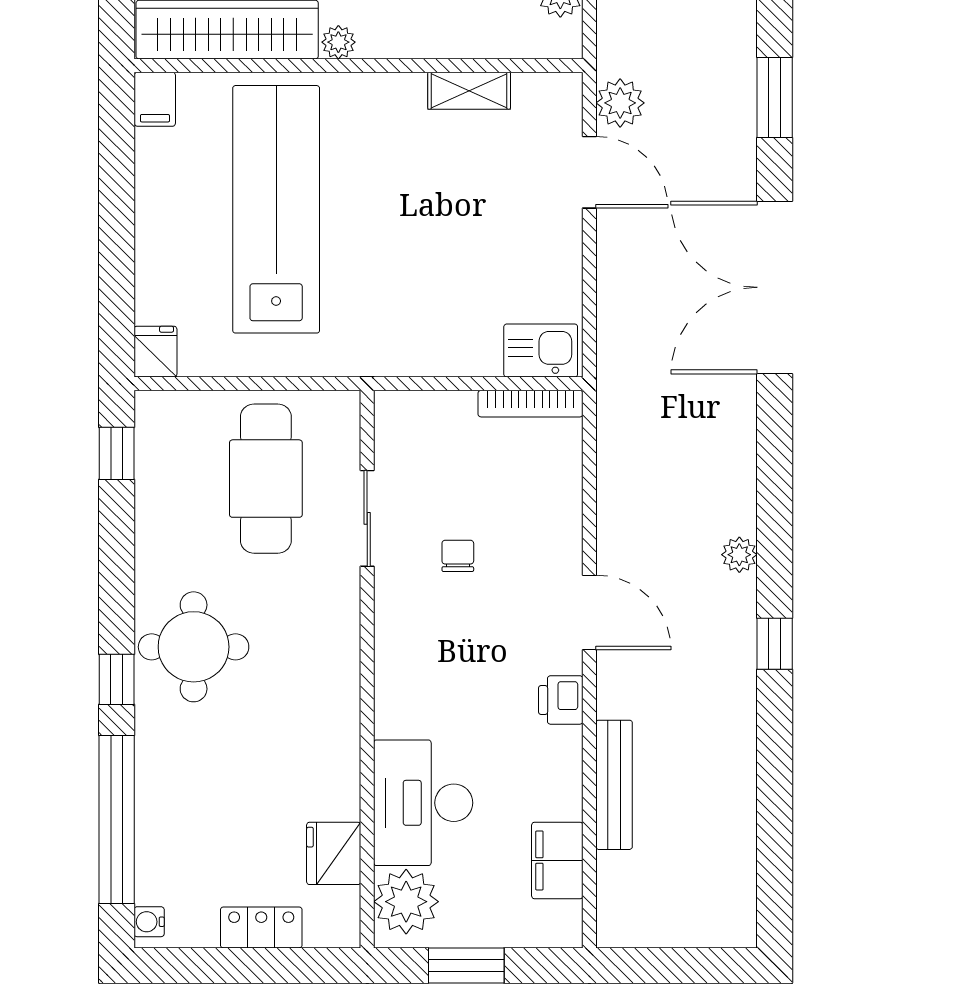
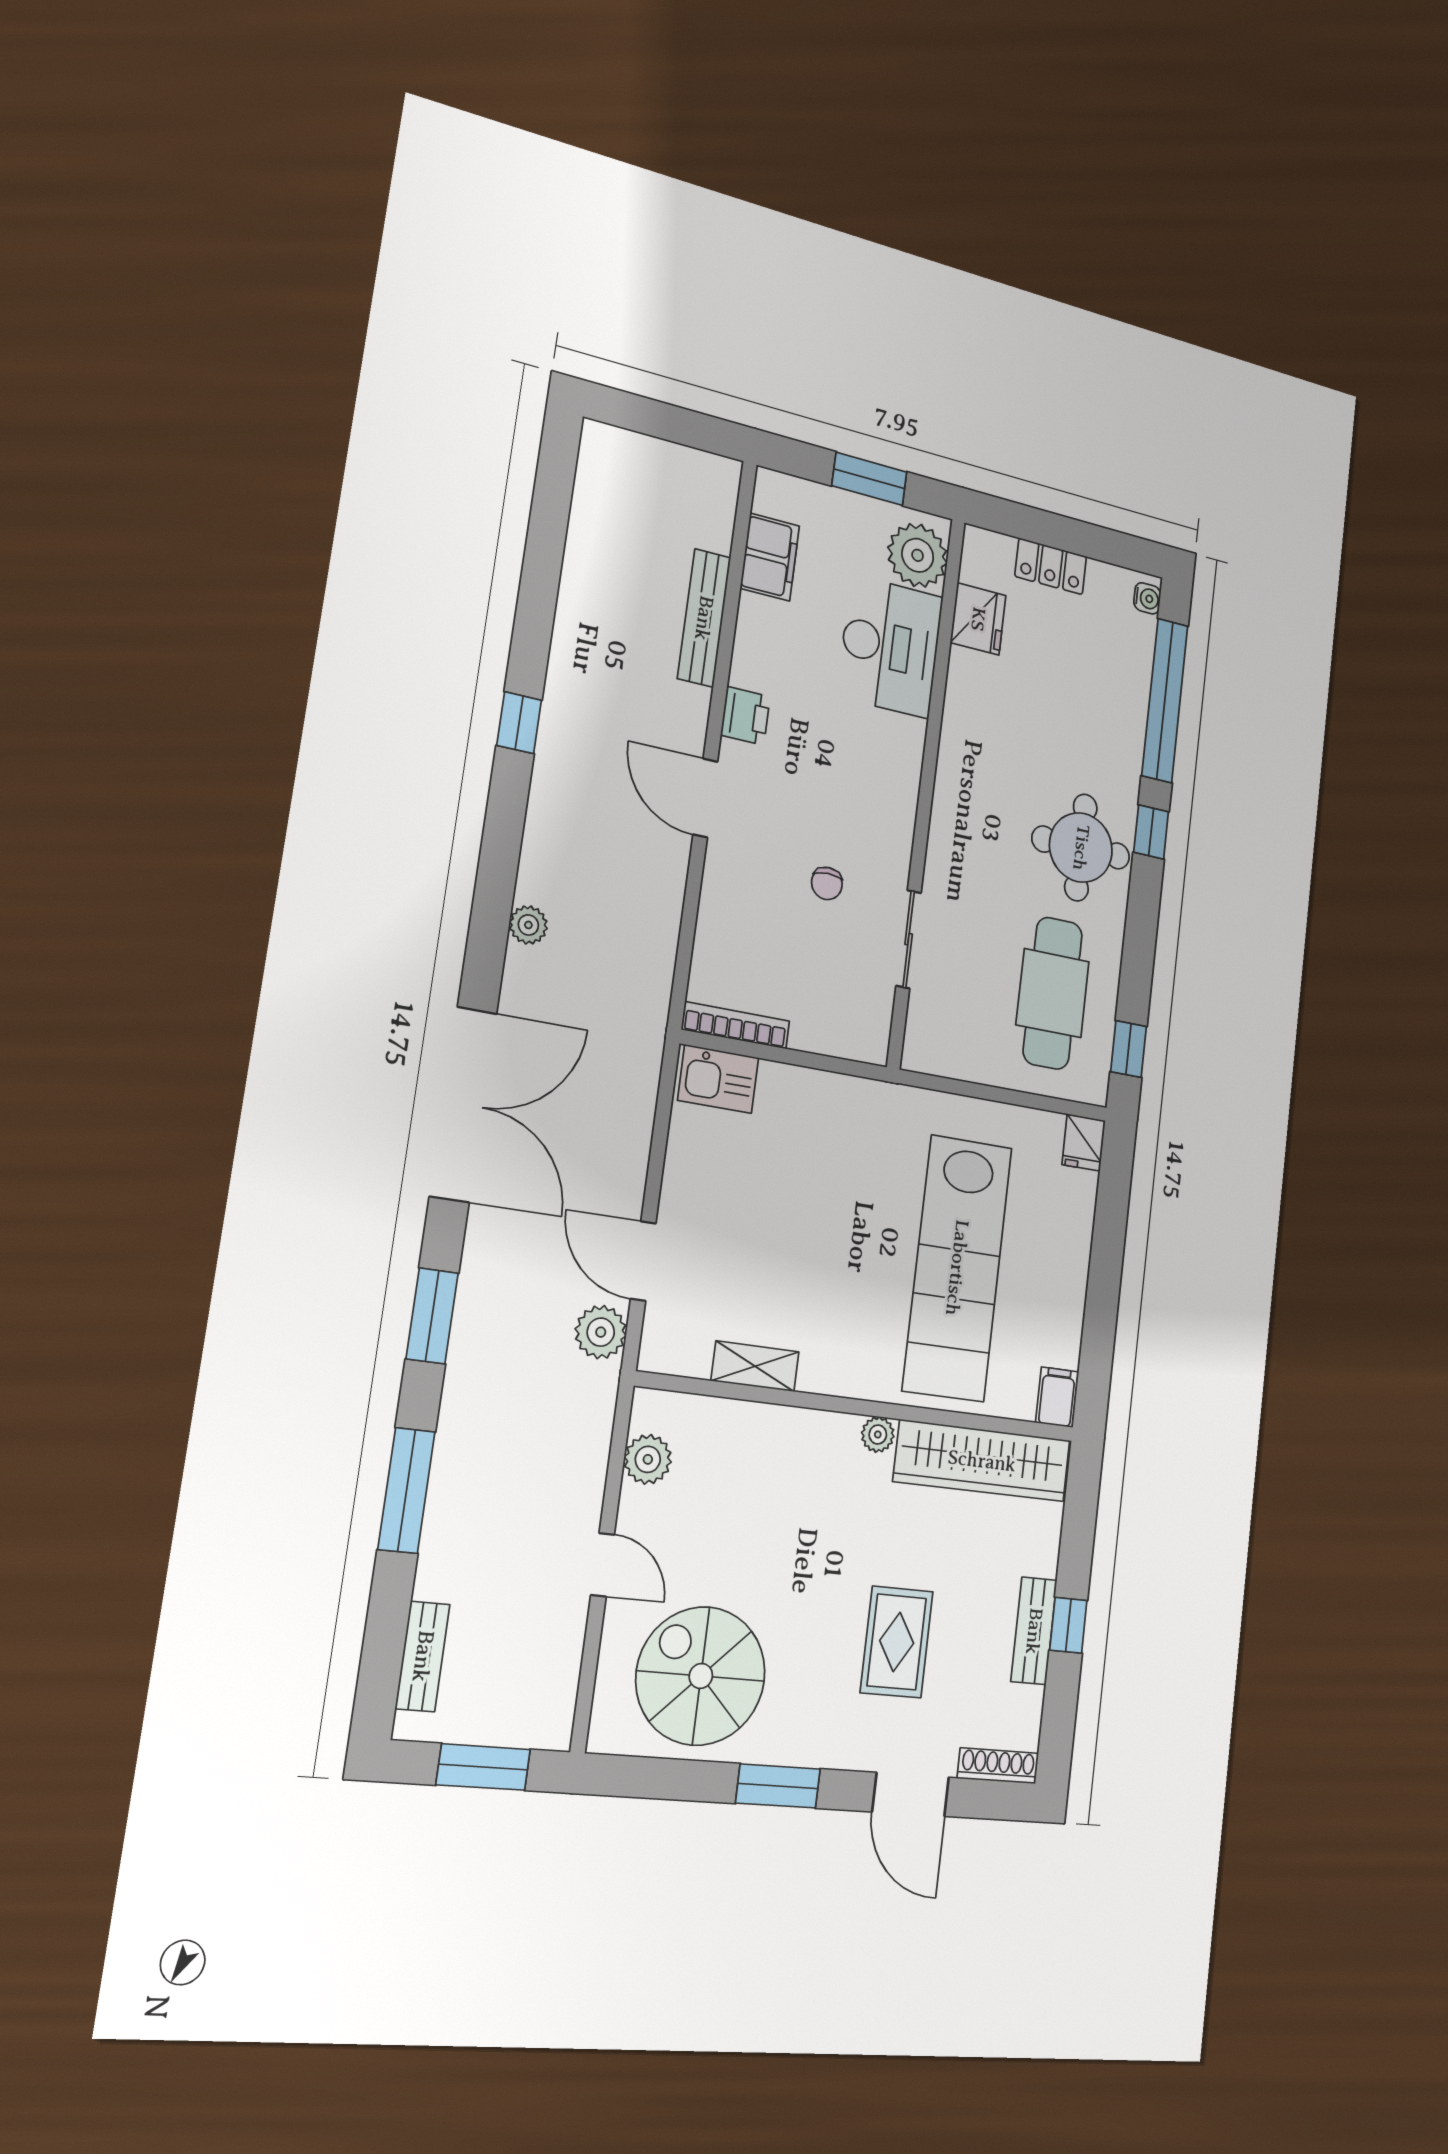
cafe table: (266, 479) -> (1053, 993), moved
plant: (739, 555) -> (528, 925), moved

